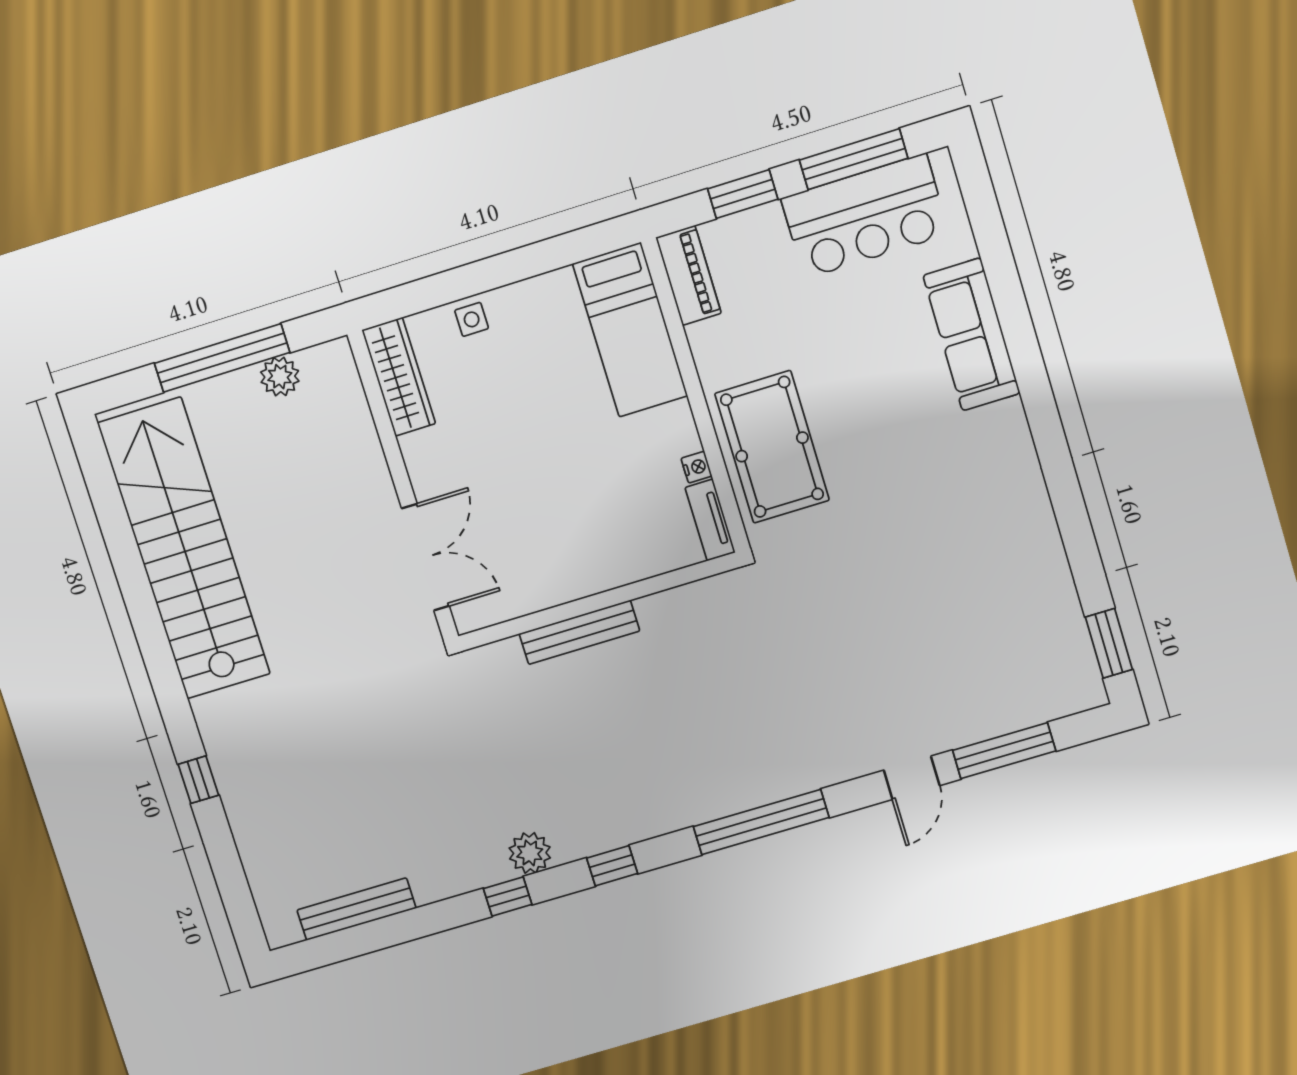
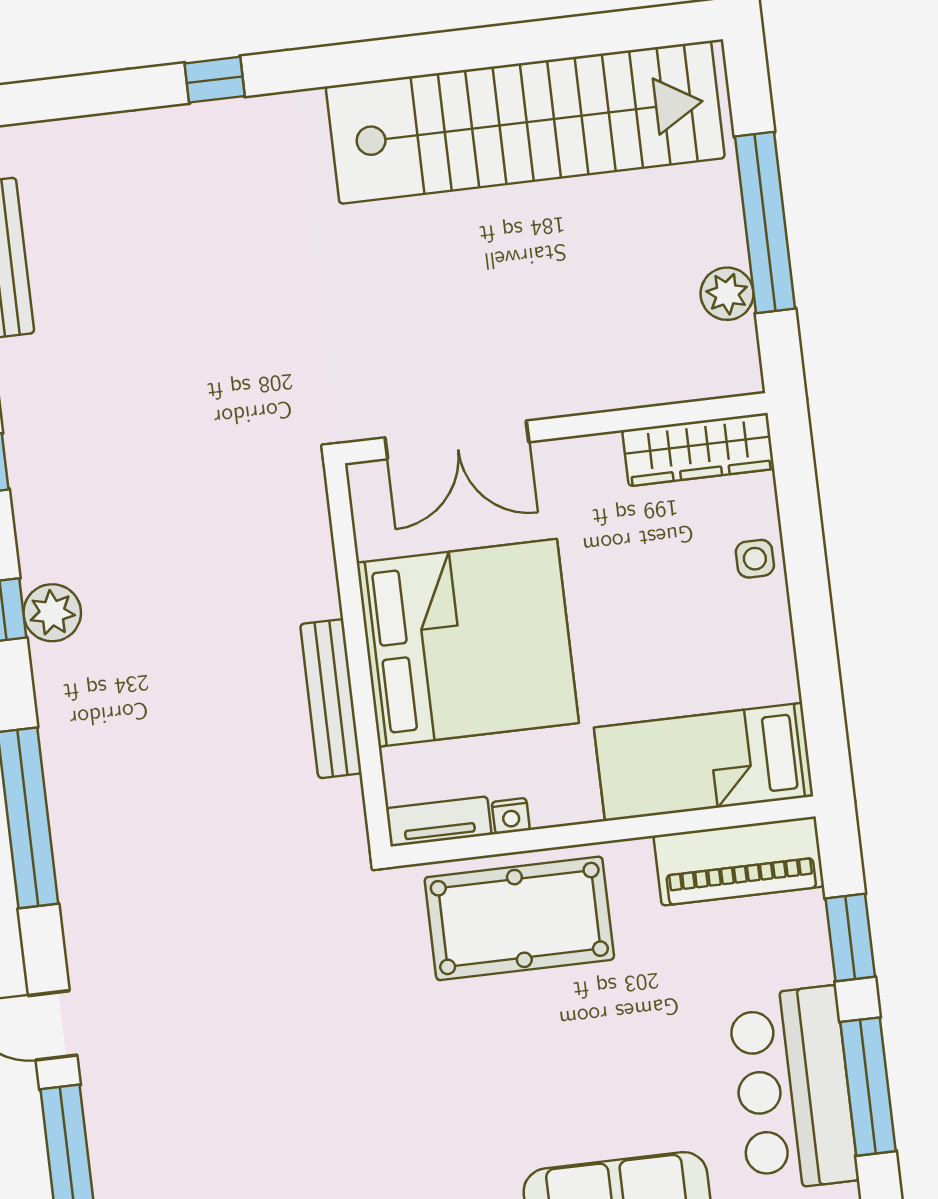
piano: (689, 275) -> (739, 861), width x1.37, depth x1.33
bed: (574, 522) -> (468, 643), added
bench: (579, 632) -> (331, 699), moved
plant: (530, 853) -> (52, 613), moved

